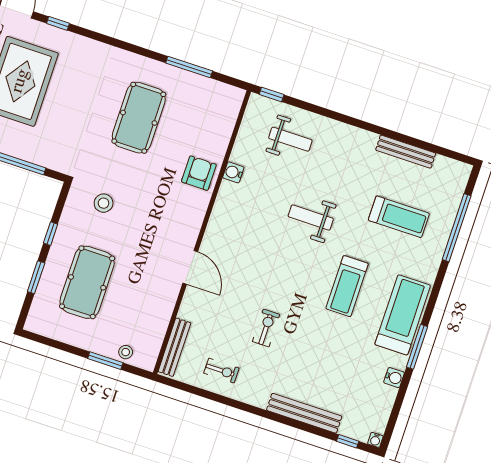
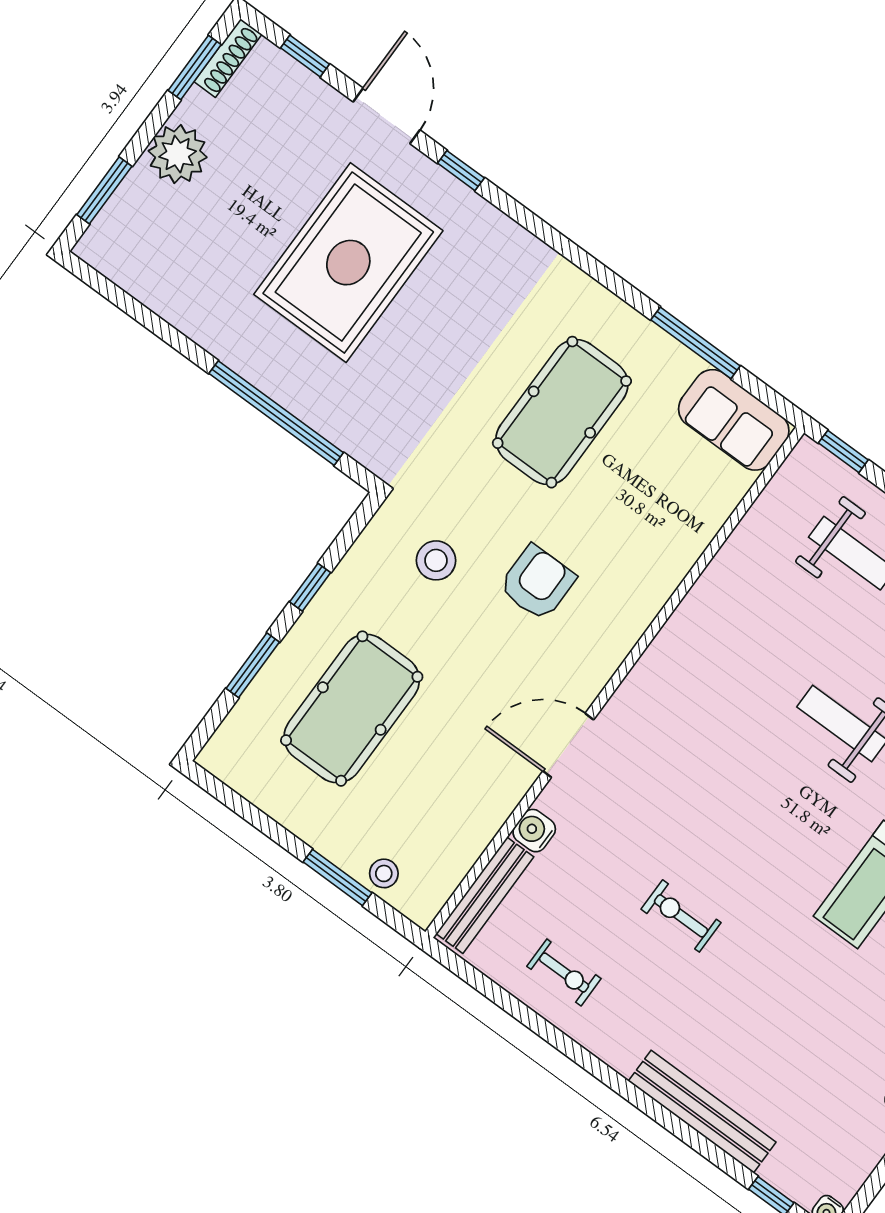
sofa: (218, 96) -> (734, 420), added
water cooler: (233, 172) -> (534, 831), moved
armchair: (199, 173) -> (537, 583), moved
door: (190, 267) -> (568, 745), swing flipped
exercise bike: (266, 328) -> (681, 916), turned -90

